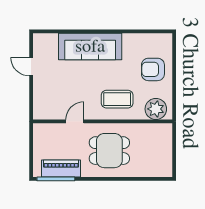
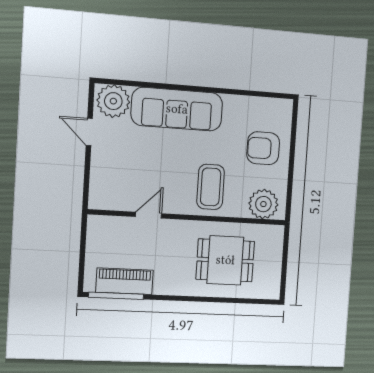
plant: (46, 44) -> (113, 101), added
coffee table: (117, 99) -> (211, 187), turned 90
dining table: (109, 151) -> (225, 260), moved

